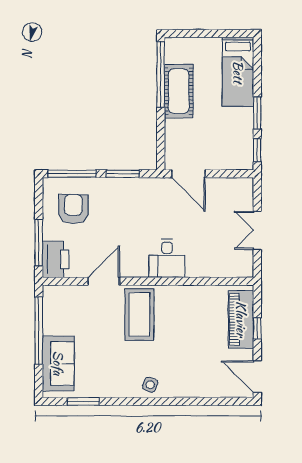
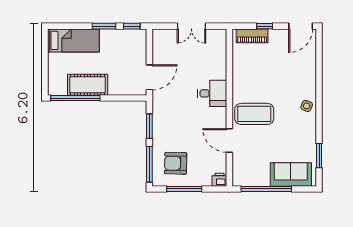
window: (39, 242) -> (184, 189), moved
printer: (55, 259) -> (219, 180), width x0.53, depth x0.68
piano: (241, 319) -> (252, 36), width x0.73, depth x0.75

